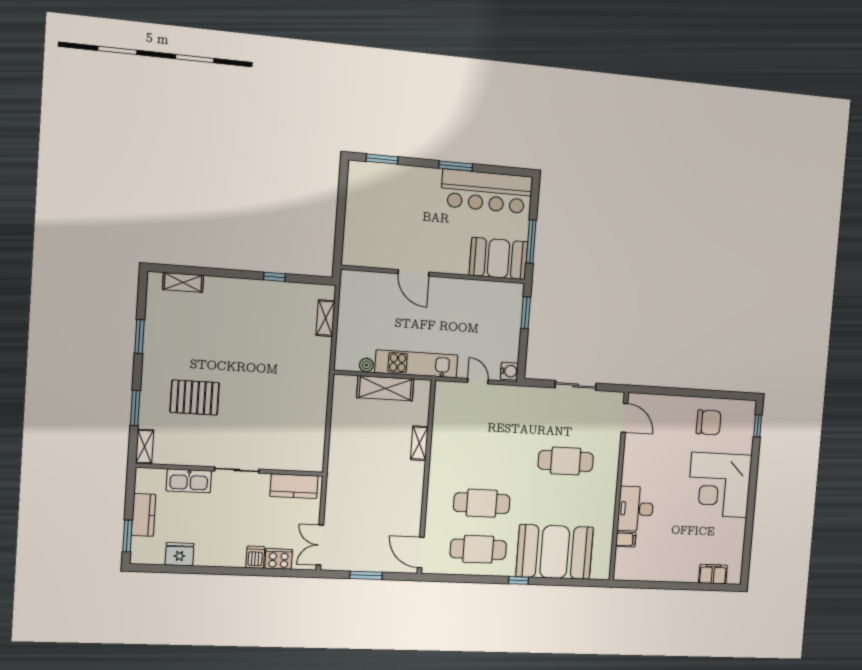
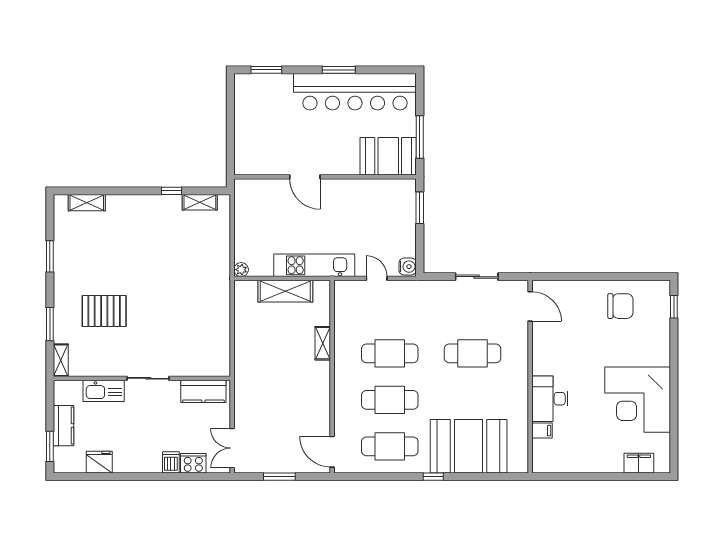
bar counter: (487, 191) -> (355, 92), width x1.36
shelving: (325, 318) -> (200, 202), moved, turned 90
plant: (366, 365) -> (241, 270), moved
cafe table: (485, 457) -> (390, 353), added
corner desk: (719, 485) -> (638, 400), moved

